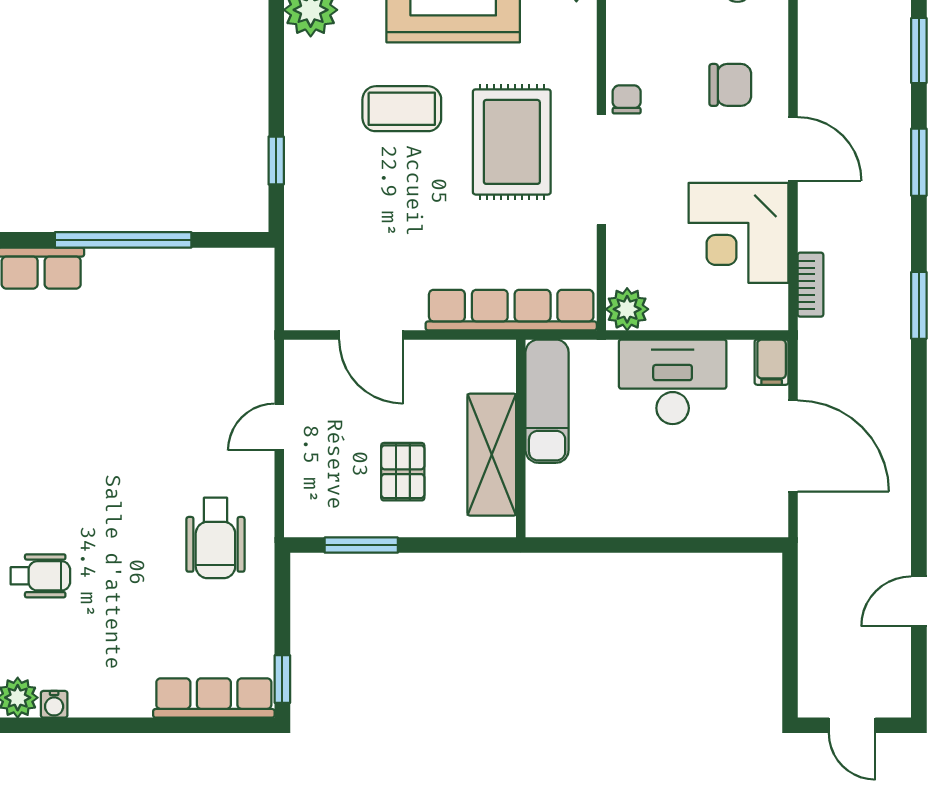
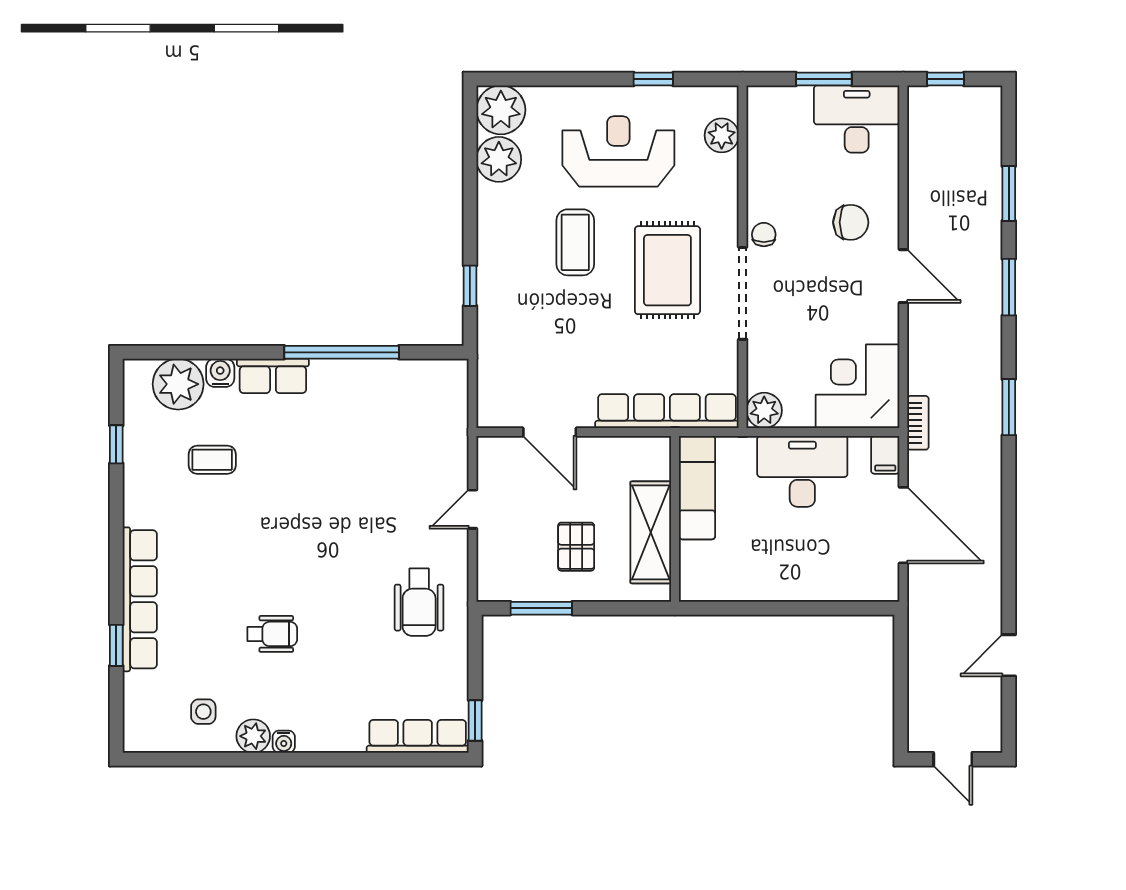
coffee table: (402, 109) -> (575, 242), turned 90
corner desk: (738, 233) -> (858, 386), moved, turned 90
bookcase: (811, 285) -> (918, 423), moved

